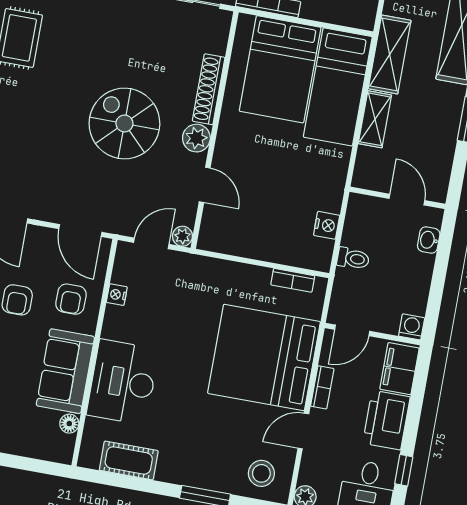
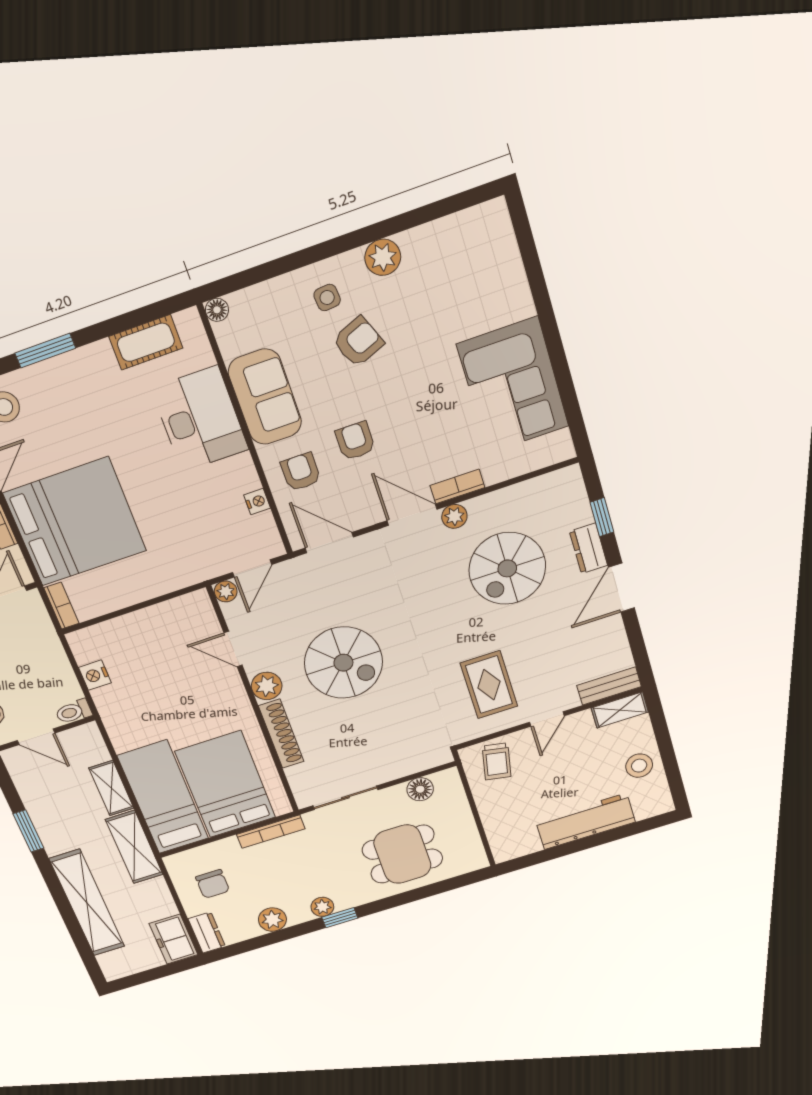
toilet: (353, 259) -> (74, 712), moved
bookcase: (293, 280) -> (61, 606), moved, turned 90
floor lamp: (69, 424) -> (217, 310), moved

